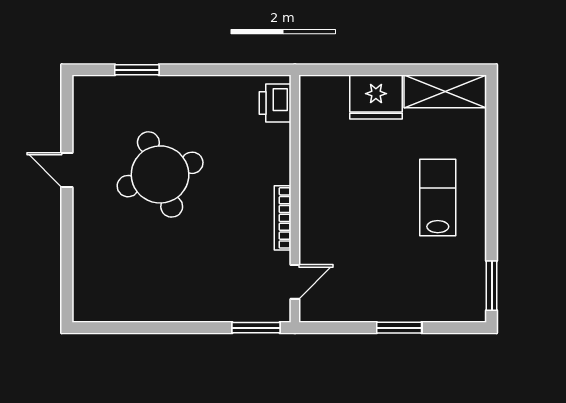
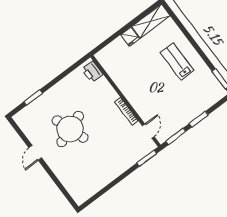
fridge: (376, 97) -> (130, 37), width x0.53, depth x0.75
door: (67, 170) -> (35, 153), hinge flipped
window: (336, 328) -> (176, 136), added

